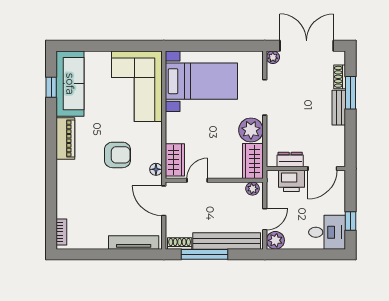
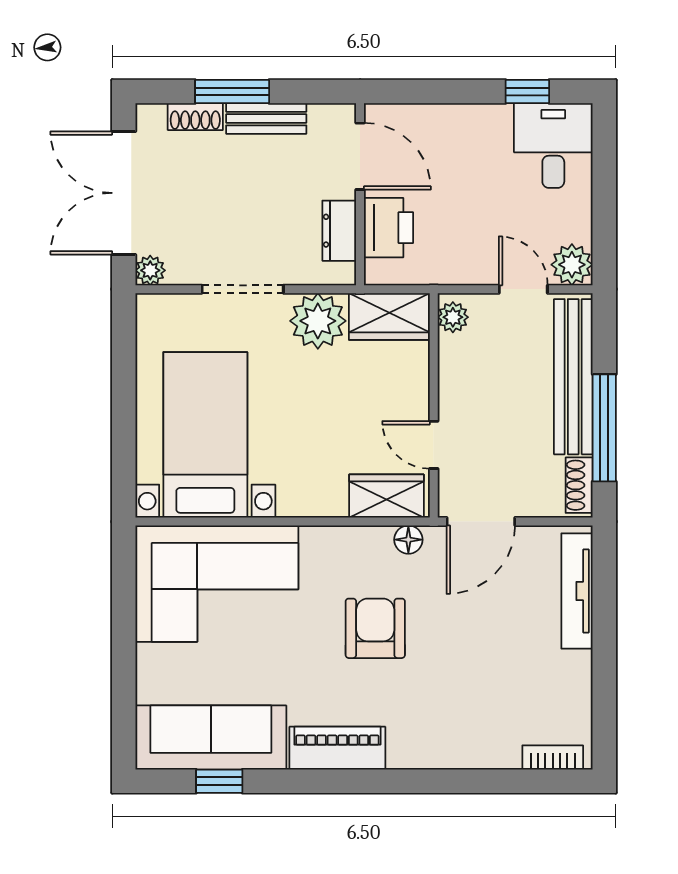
dresser: (290, 159) -> (339, 231), moved
wall: (306, 169) -> (360, 194), moved
door: (322, 169) -> (360, 156), moved
printer: (291, 181) -> (389, 228), moved

